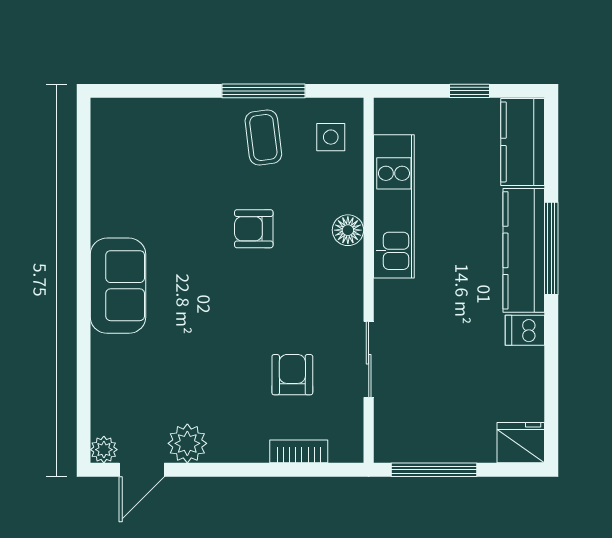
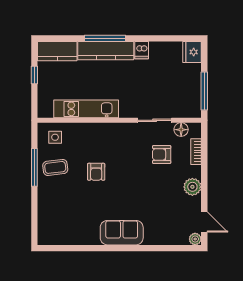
floor lamp: (348, 230) -> (181, 130), moved
plant: (187, 443) -> (192, 187), moved

